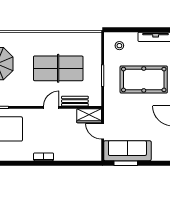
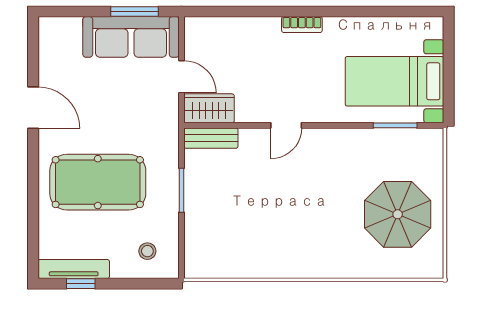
window: (152, 30) -> (81, 284), added
table tennis table: (58, 68) -> (272, 205), removed
bench: (75, 101) -> (211, 138), moved

